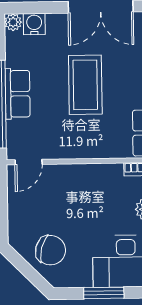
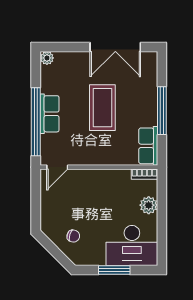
water cooler: (34, 24) -> (63, 60), removed
chair: (51, 250) -> (73, 236), width x0.54, depth x0.54

